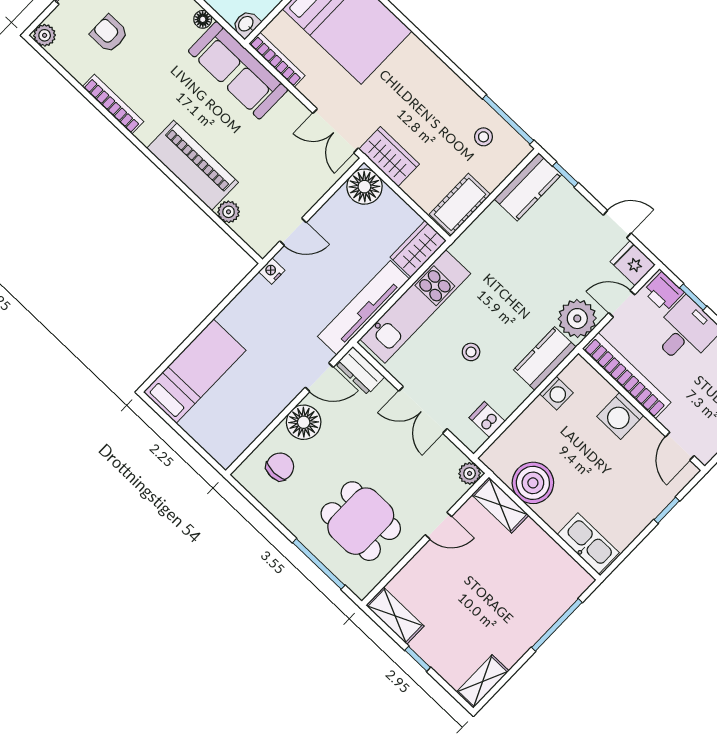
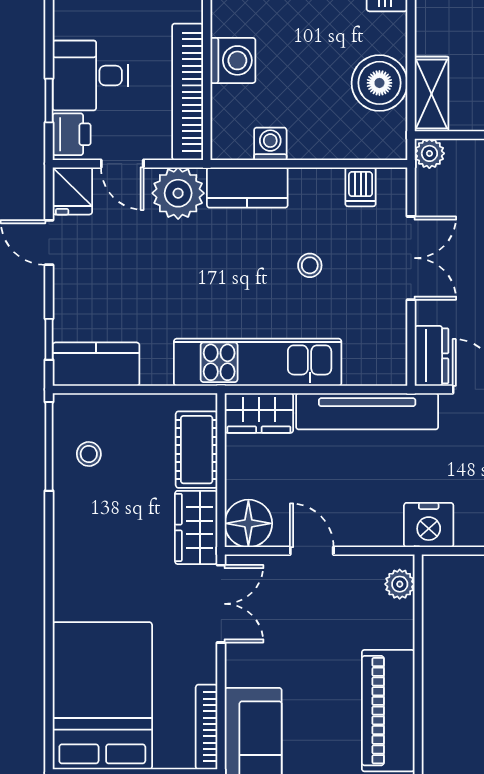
cot: (460, 204) -> (197, 450), moved, turned 90
plant: (229, 212) -> (400, 584), moved
door: (293, 232) -> (312, 551), moved
nightstand: (272, 271) -> (429, 525), width x1.89, depth x1.79
kitchen unit: (415, 306) -> (258, 362), moved

